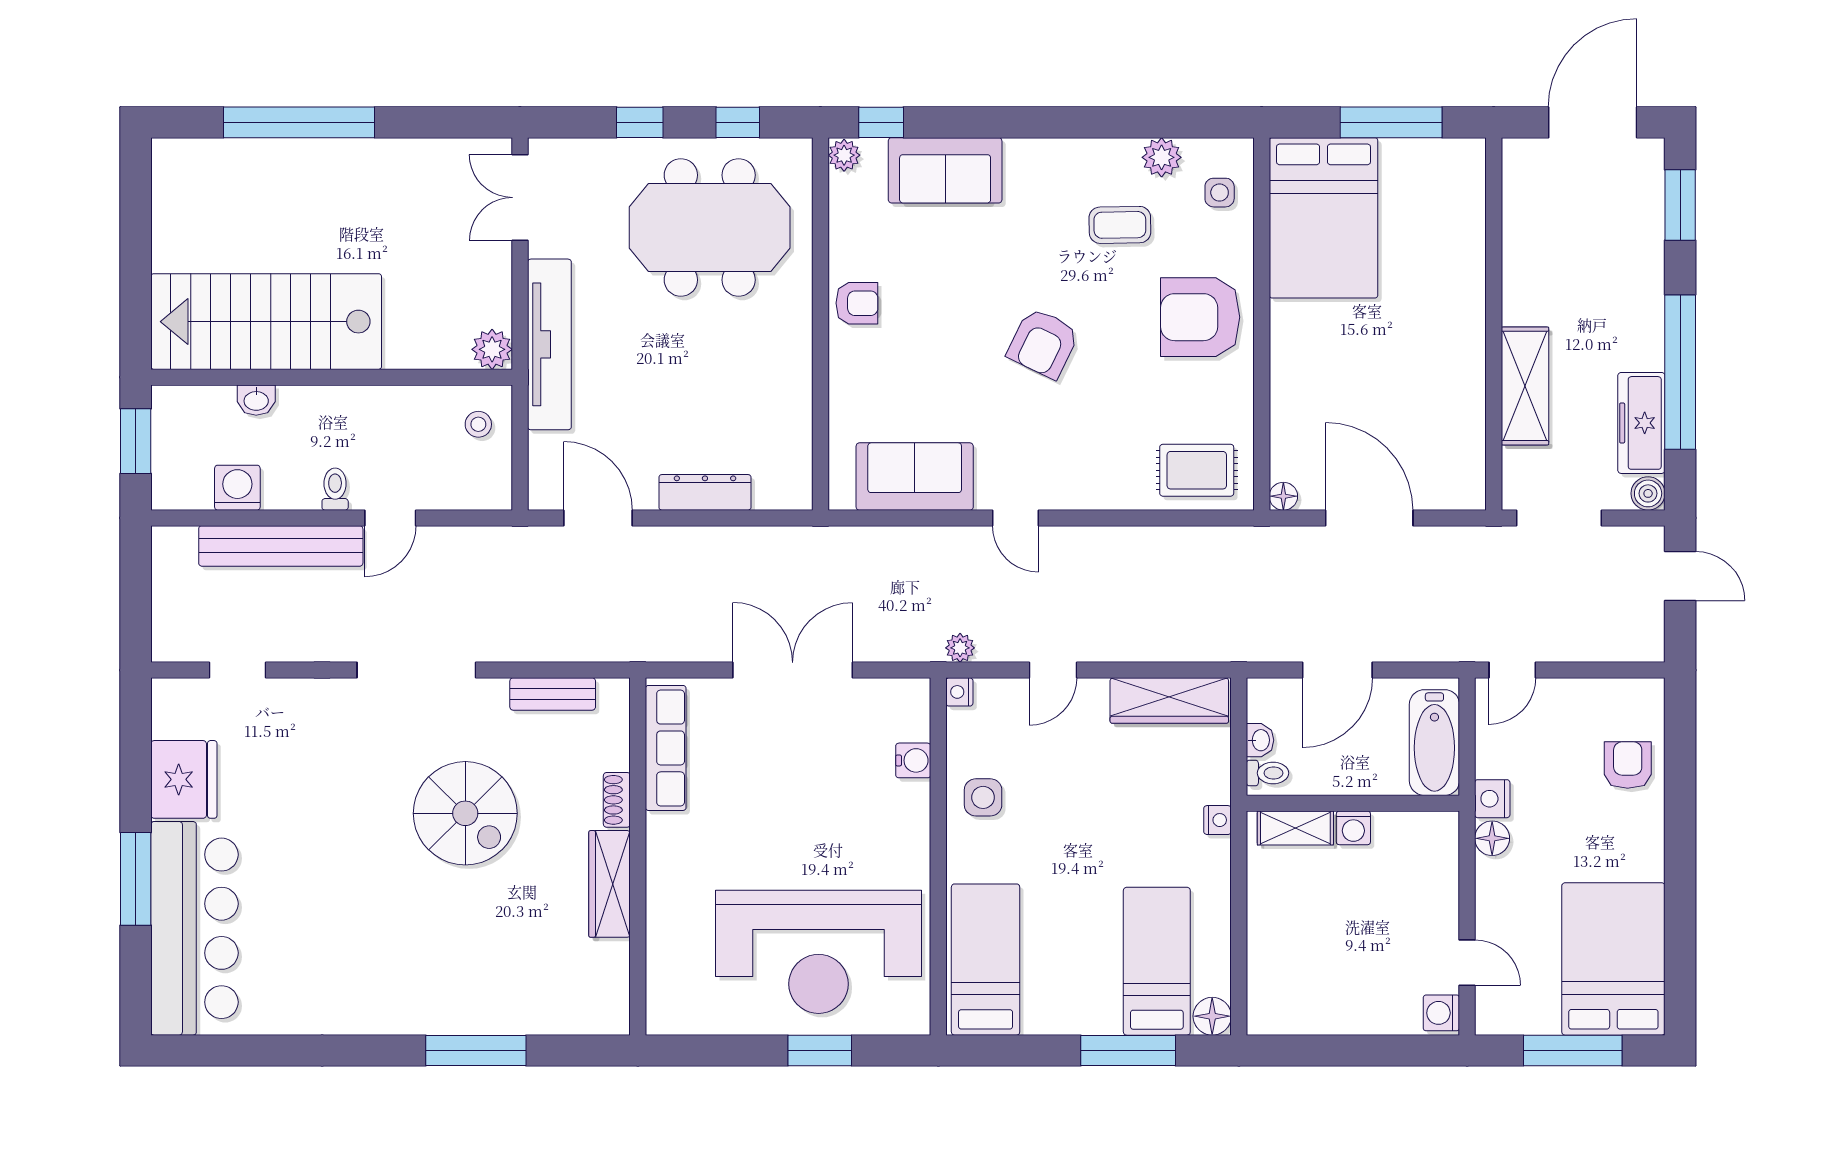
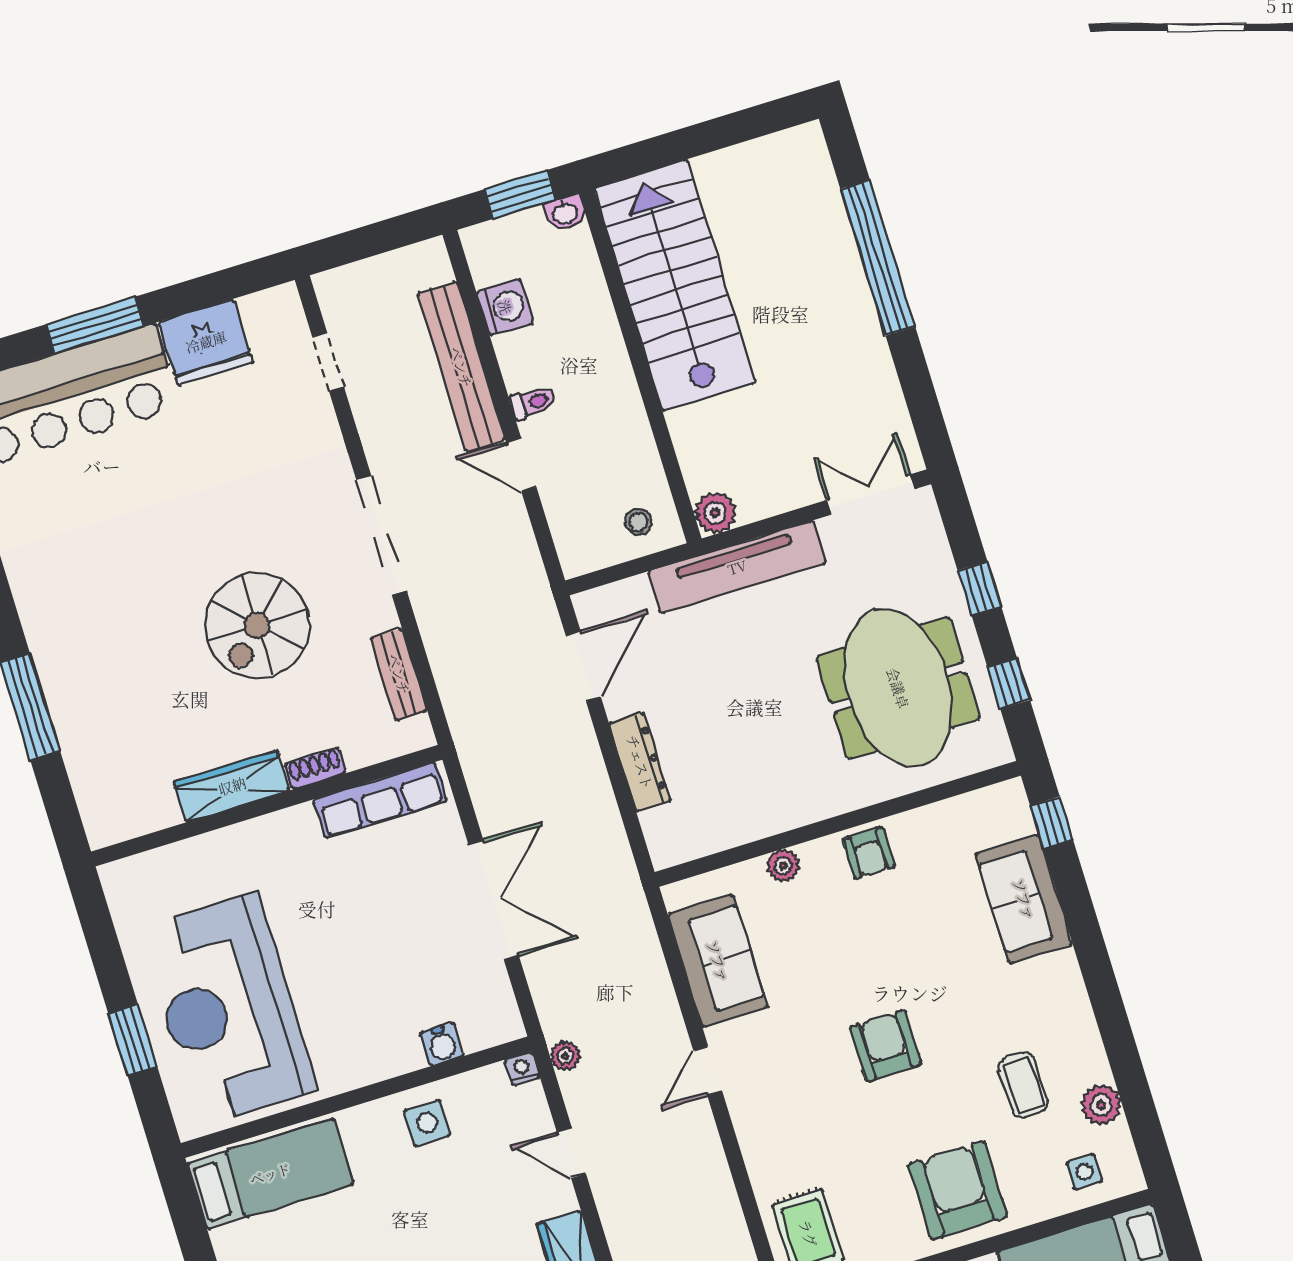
plant: (844, 155) -> (783, 866), moved
armchair: (1043, 343) -> (886, 1046), turned 64
washbasin: (256, 400) -> (565, 213), moved, turned -90

